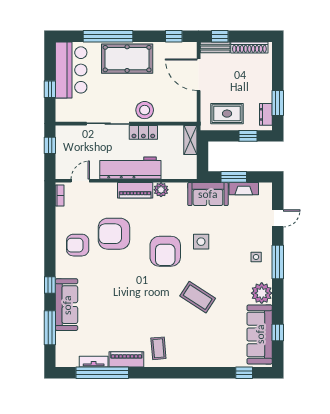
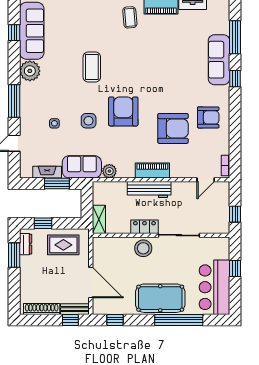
workbench: (130, 168) -> (149, 190), width x0.73, depth x0.76
plant: (161, 190) -> (109, 171), moved
side table: (256, 257) -> (54, 123), moved
coffee table: (198, 297) -> (92, 67), turned 57

